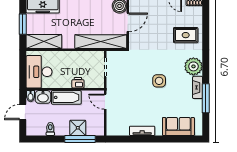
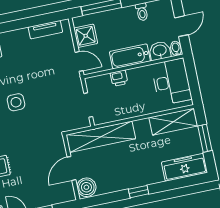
shower: (78, 128) -> (86, 36), moved
tv unit: (142, 131) -> (45, 30), moved

